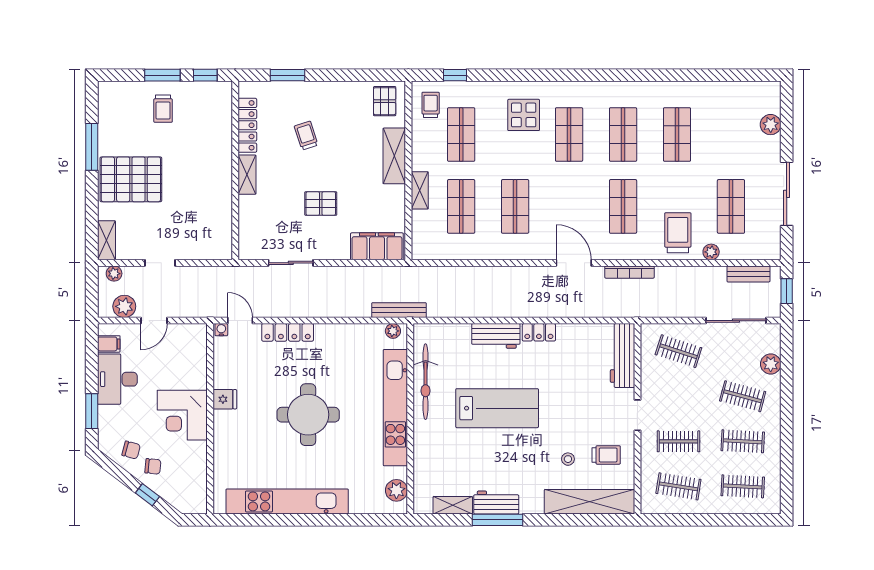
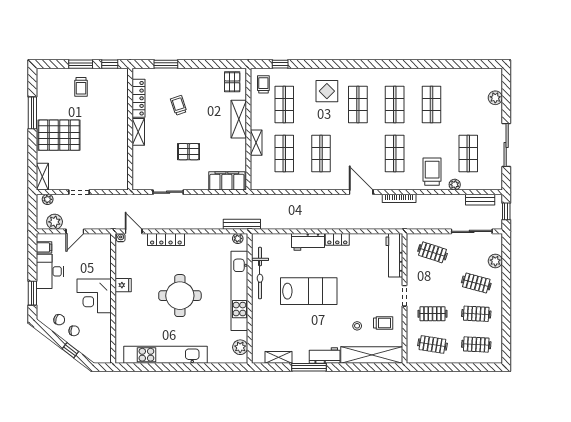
workbench: (496, 503) -> (325, 355), moved

